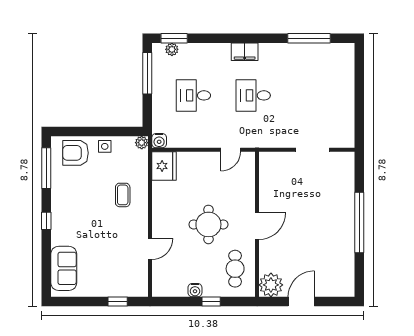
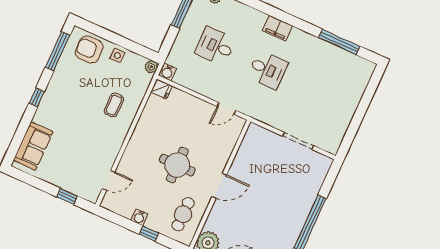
desk: (253, 95) -> (268, 70), turned 180
fridge: (164, 166) -> (162, 89), width x0.53, depth x0.75
door: (150, 249) -> (109, 180), moved

